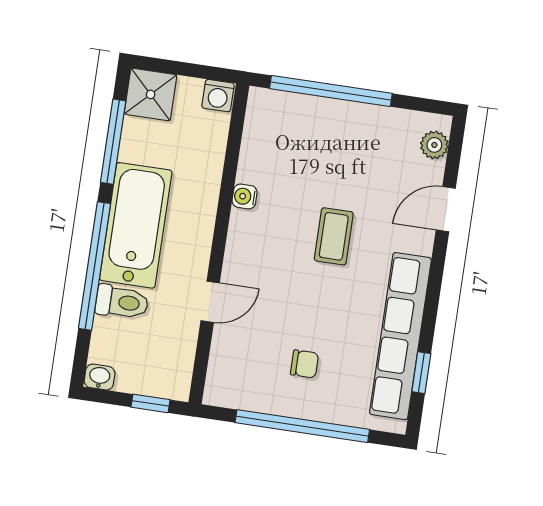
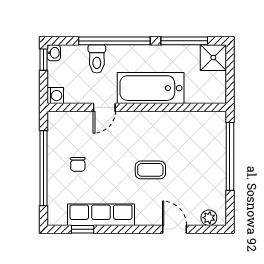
washing machine: (218, 96) -> (55, 96), moved, turned 180
water cooler: (245, 196) -> (165, 118), removed
bathtub: (136, 225) -> (151, 88), moved, turned 180
door: (210, 302) -> (104, 107), hinge flipped
row of seats: (400, 336) -> (101, 215), width x0.73
window: (150, 403) -> (43, 60), moved

